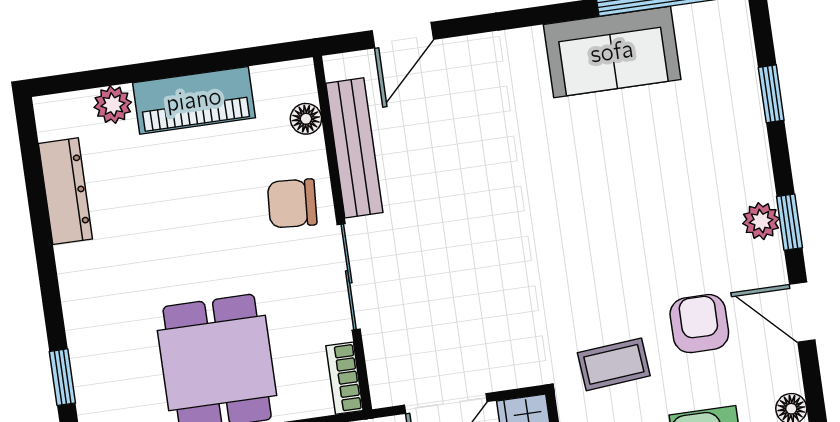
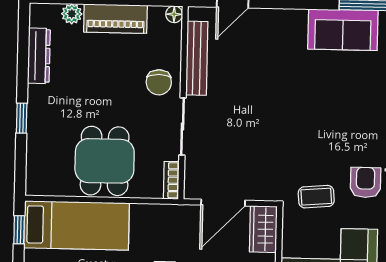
floor lamp: (306, 119) -> (174, 14), moved
chair: (292, 203) -> (159, 82), turned -94
window: (62, 377) -> (22, 118), moved

